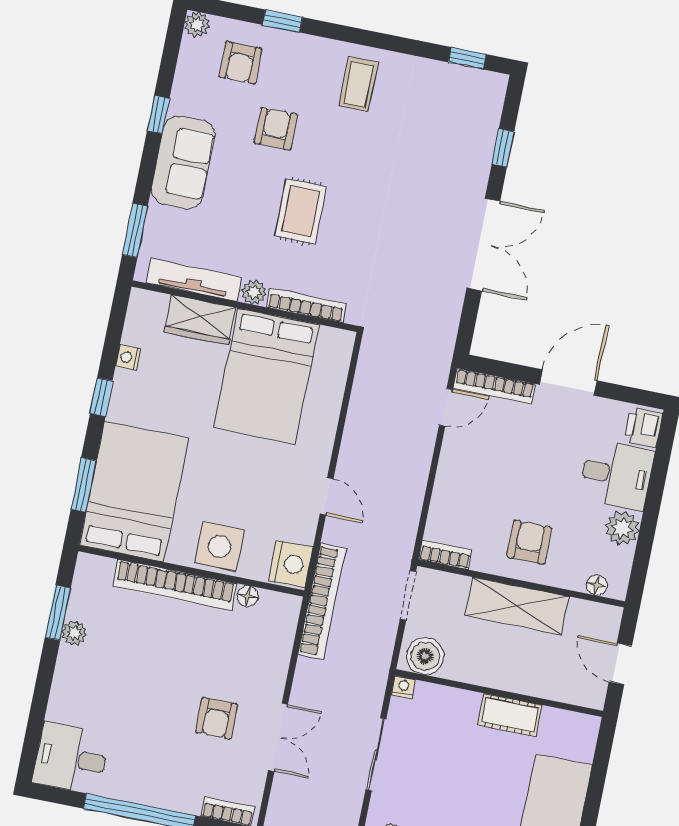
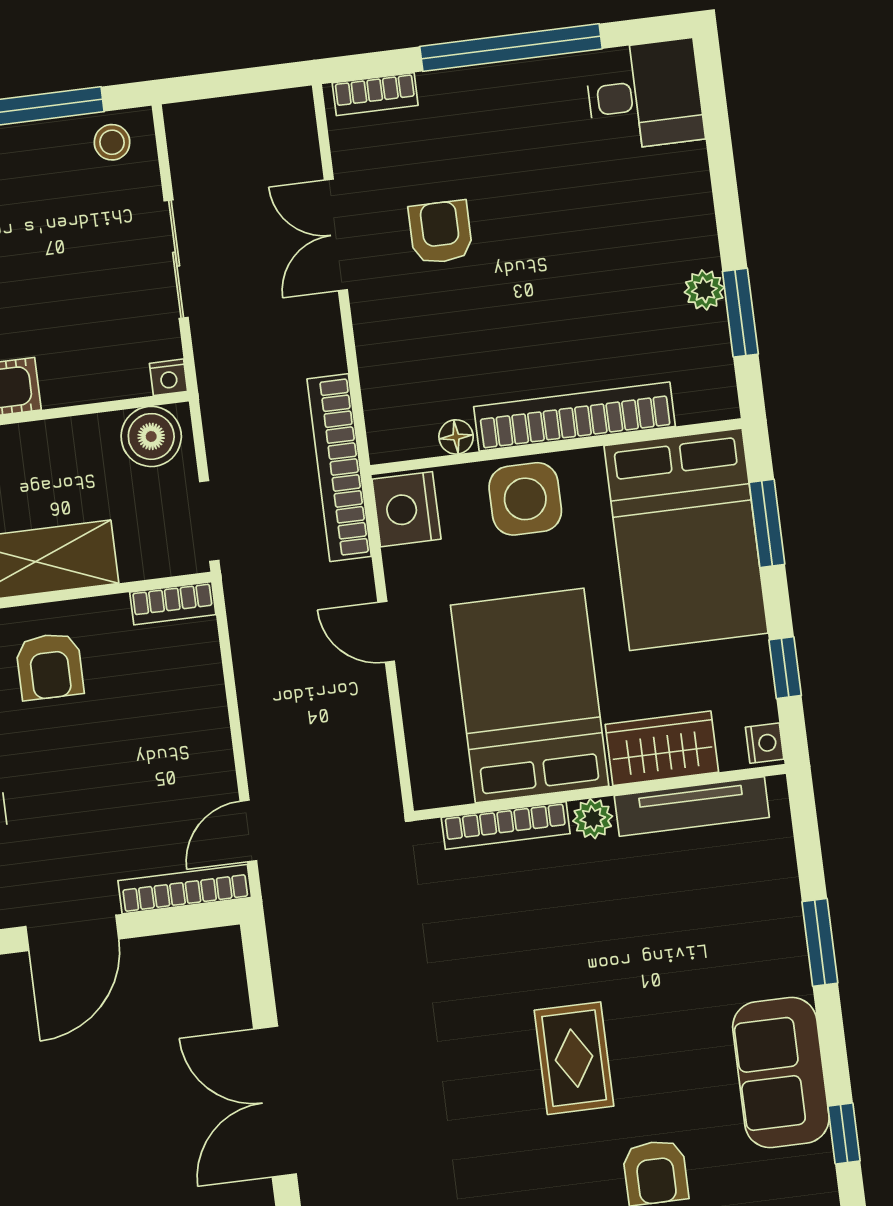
tv unit: (194, 280) -> (692, 806), moved
plant: (254, 292) -> (593, 819), moved
bookcase: (306, 305) -> (506, 826), moved
wall: (245, 306) -> (600, 792), moved
wardrobe: (200, 320) -> (662, 748), moved
bed: (267, 376) -> (530, 696), moved

